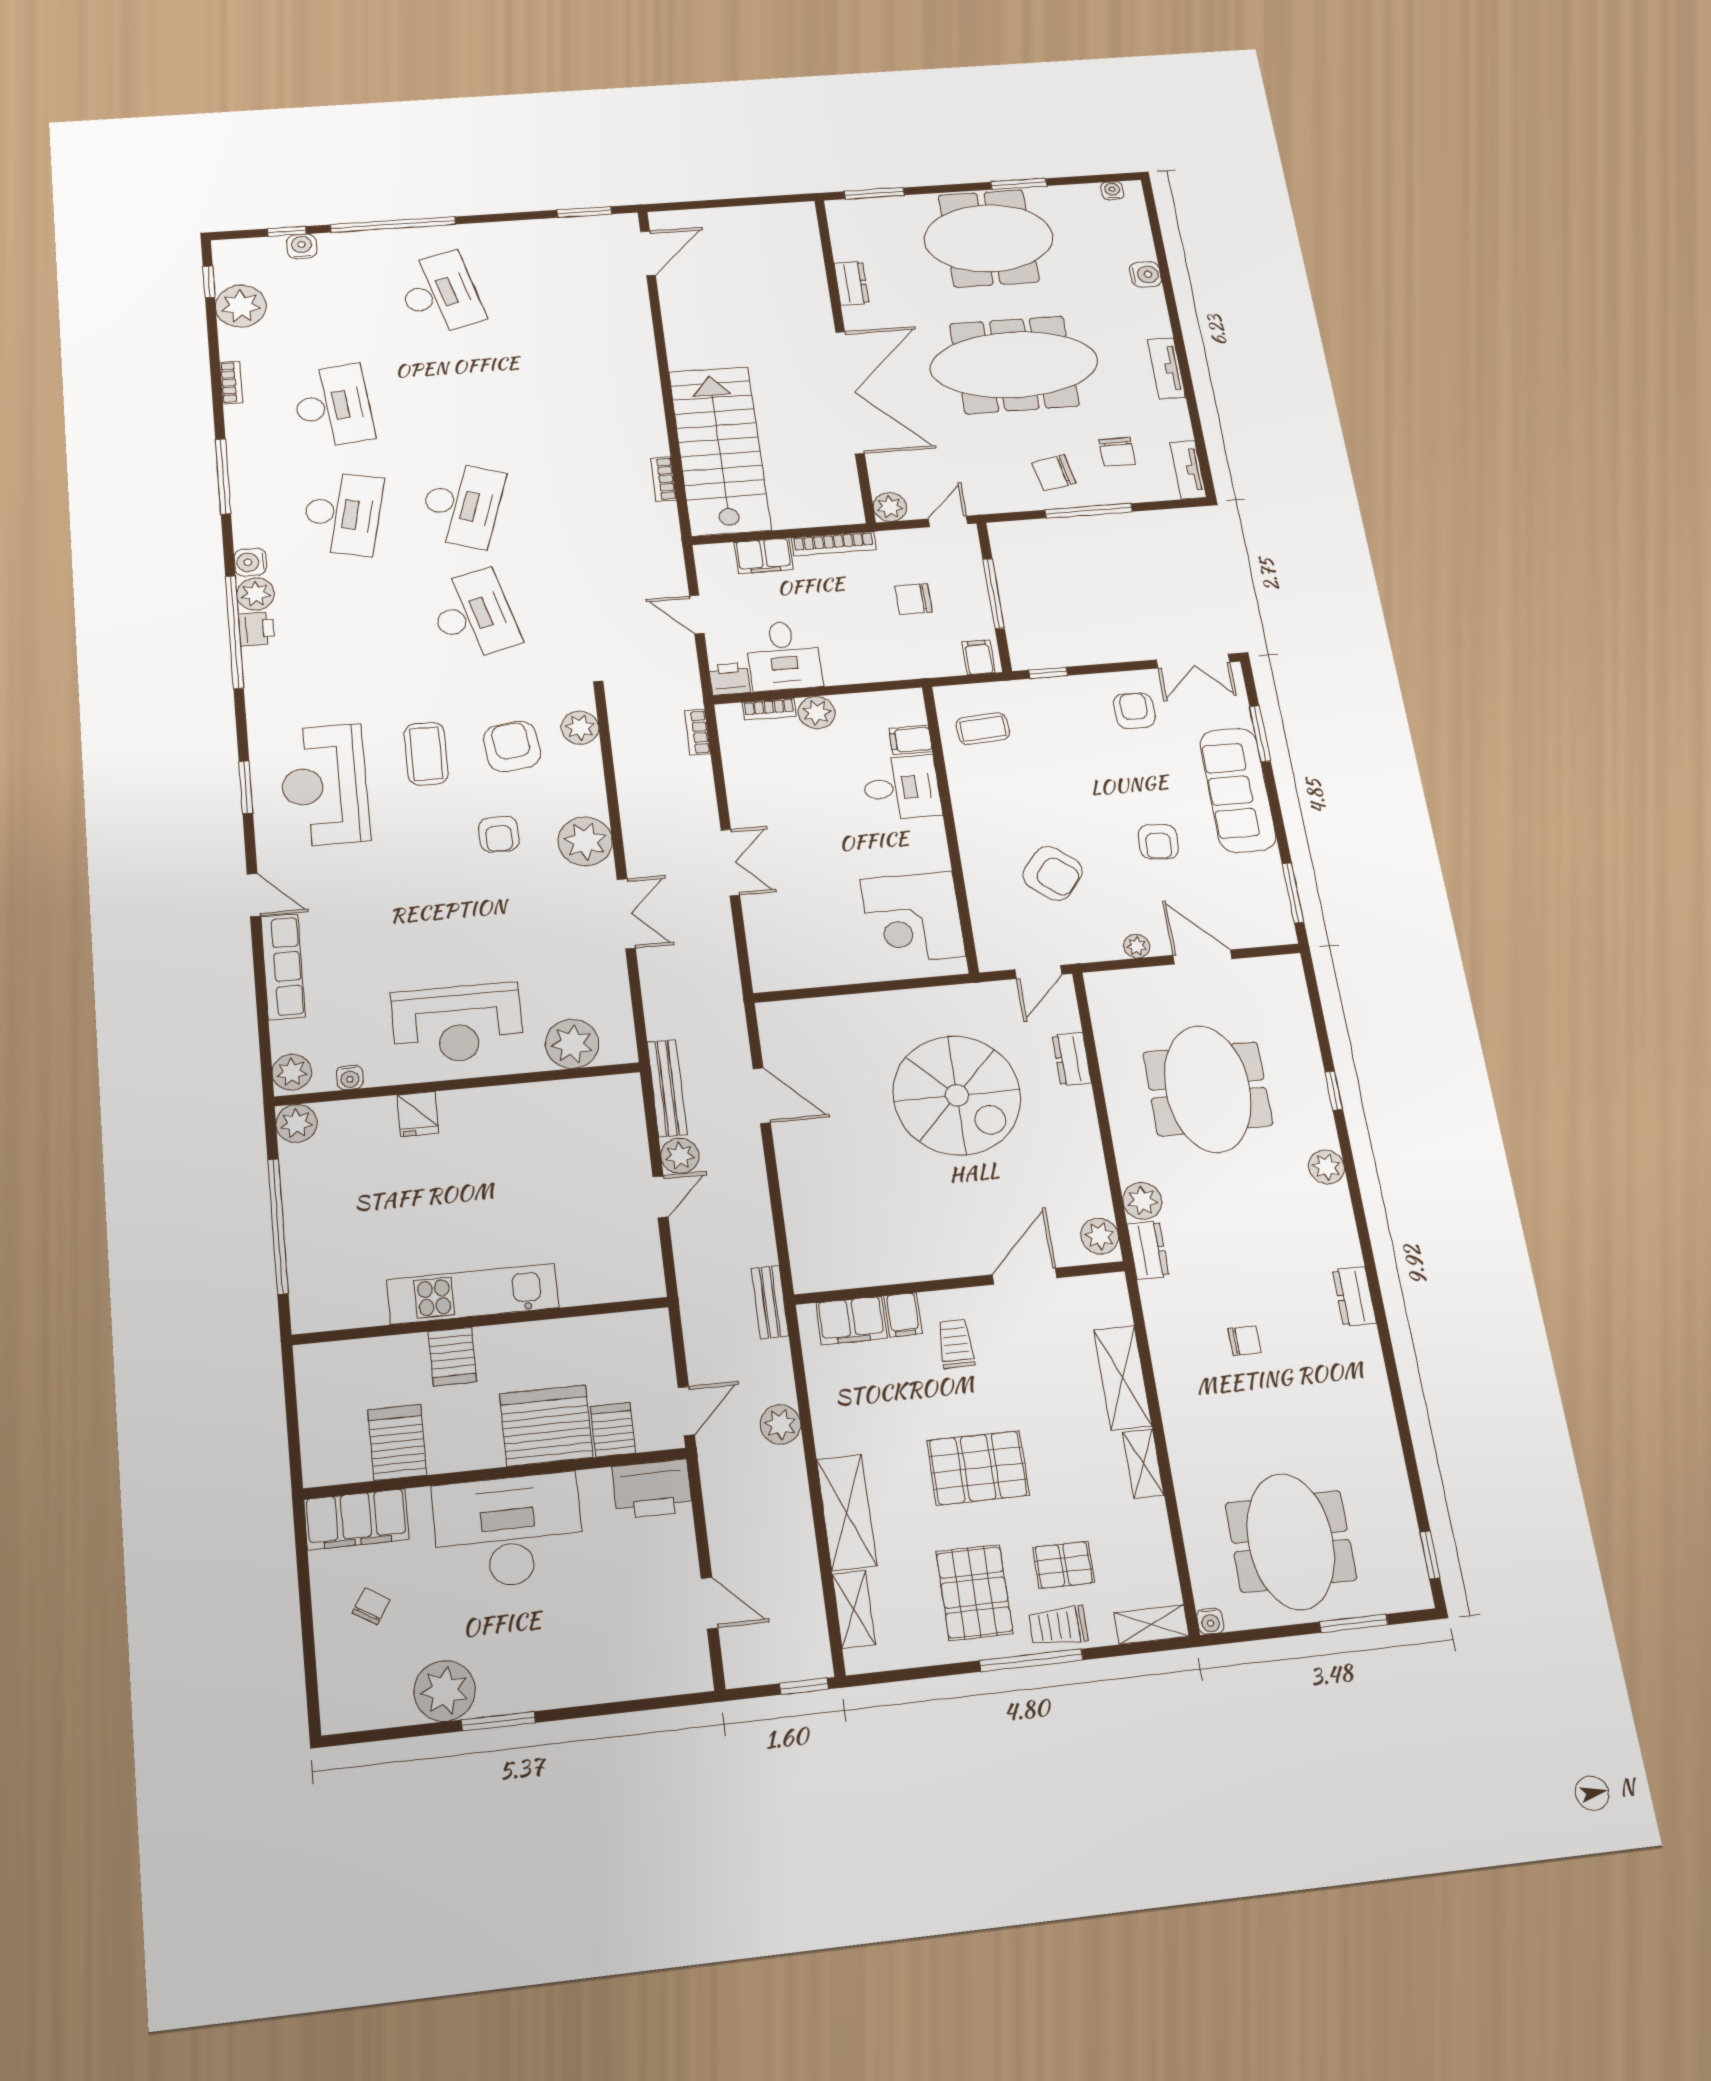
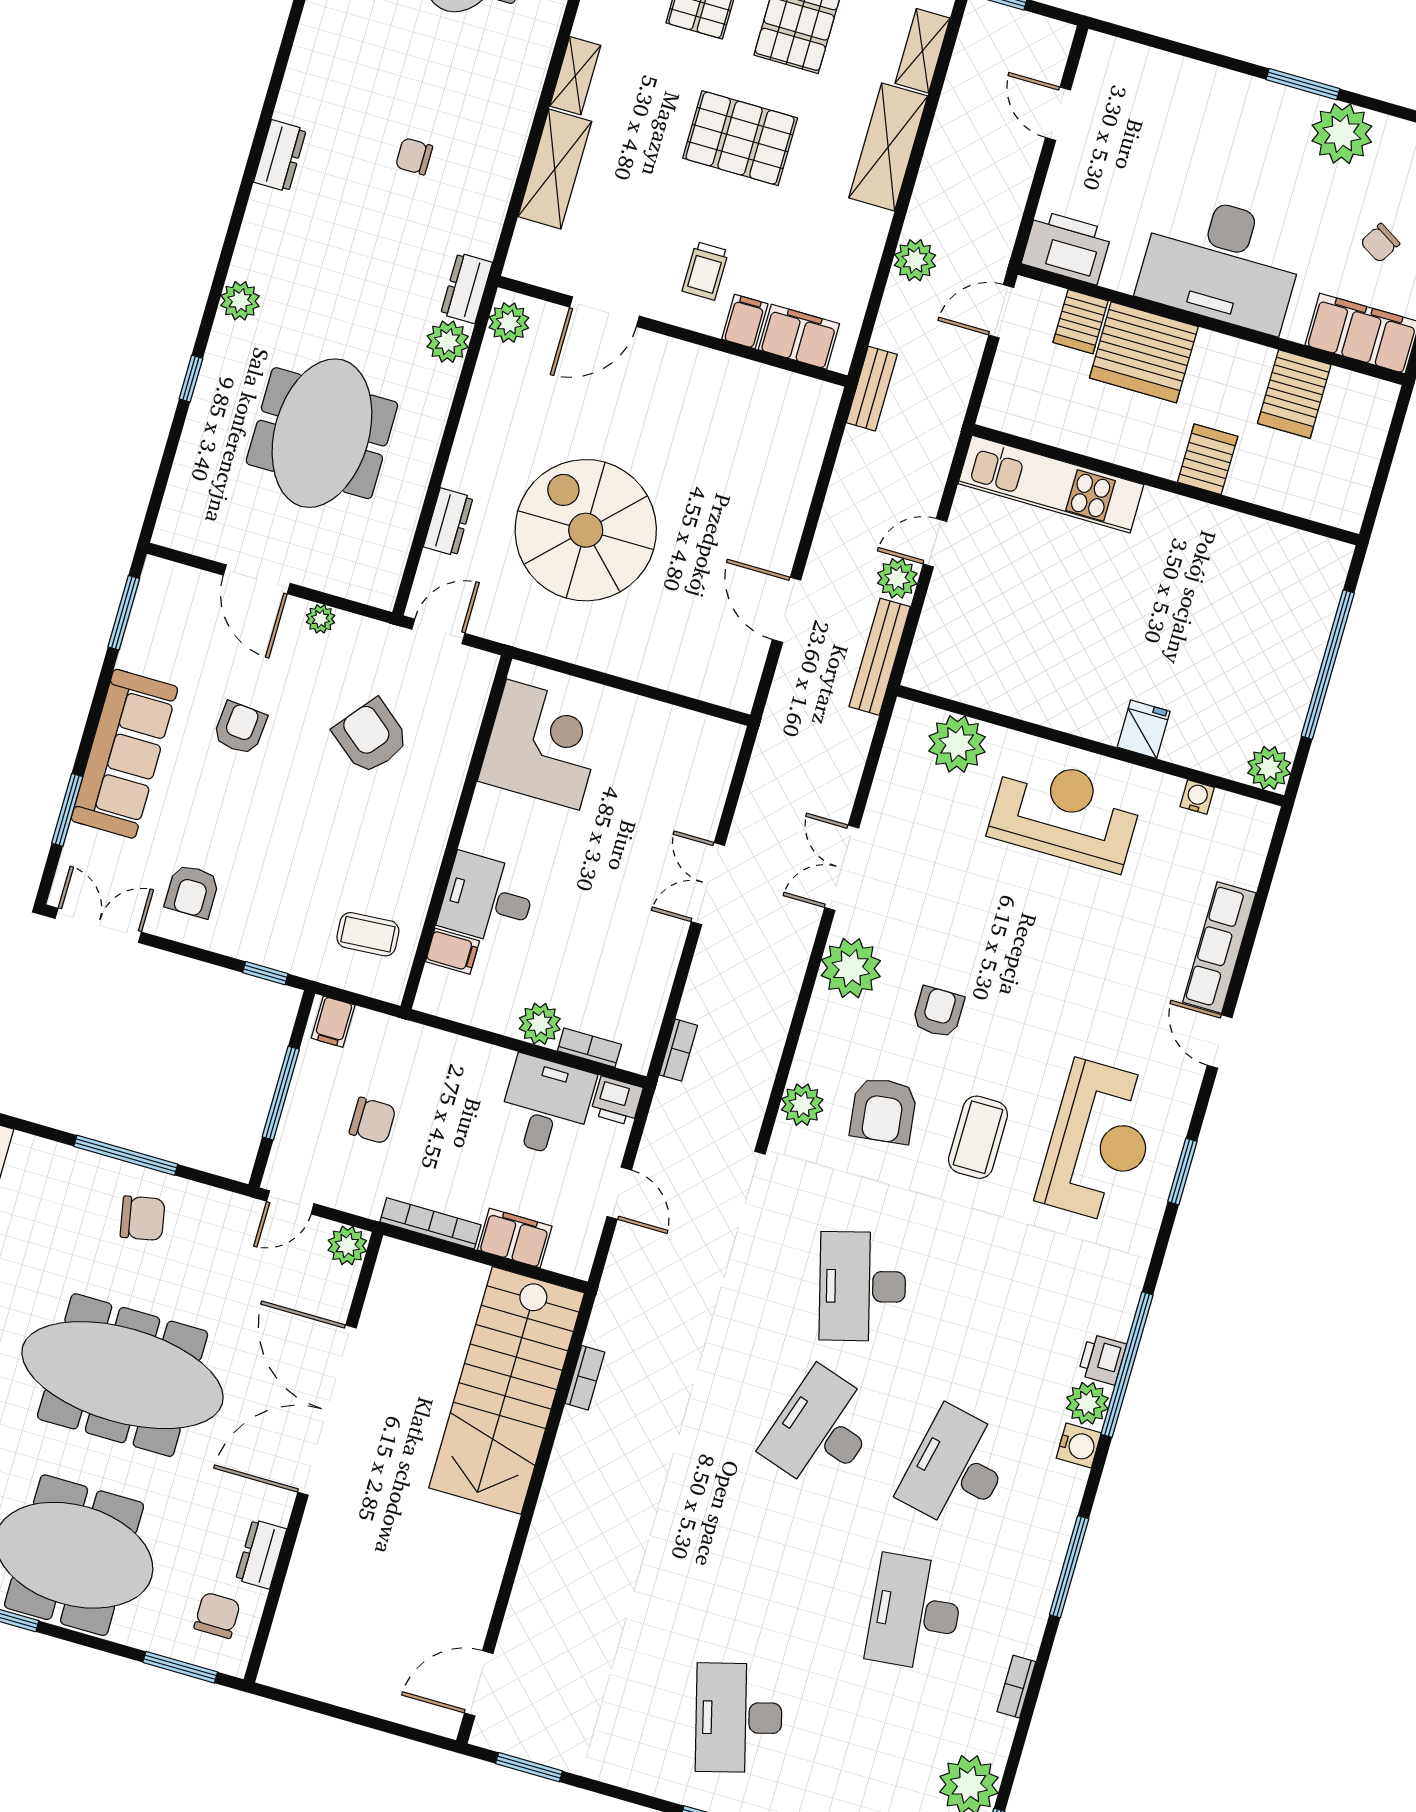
chair: (1117, 452) -> (217, 1615), moved
plant: (292, 1072) -> (1253, 826), removed
kitchen unit: (473, 1294) -> (1051, 484), moved

